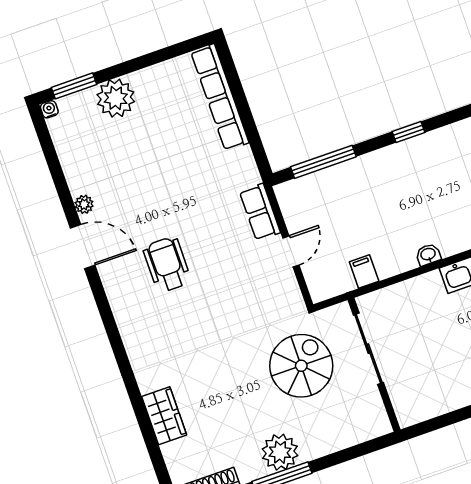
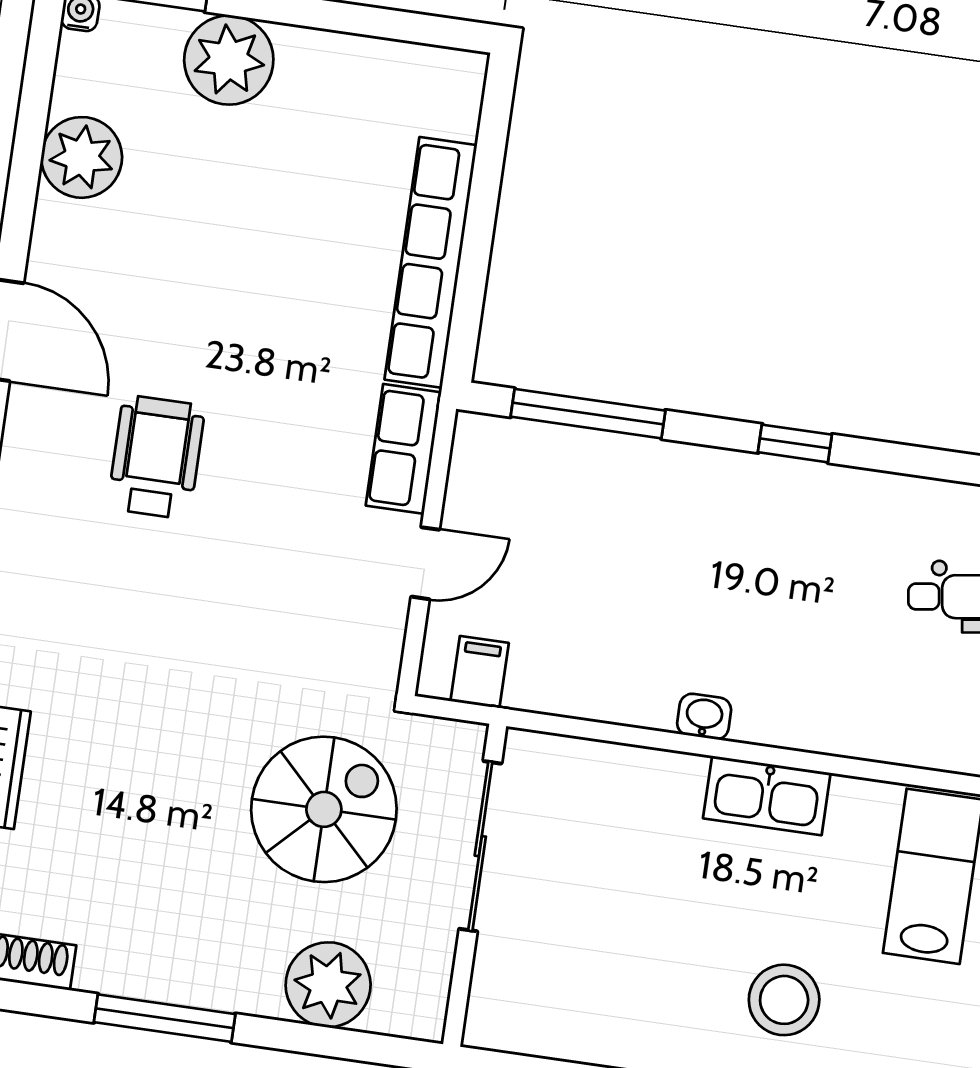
row of seats: (220, 97) -> (431, 262), moved
plant: (84, 204) -> (82, 157), moved, width x1.88, depth x1.88
filing cabinet: (364, 272) -> (480, 672), moved
plant: (280, 452) -> (328, 985), moved

